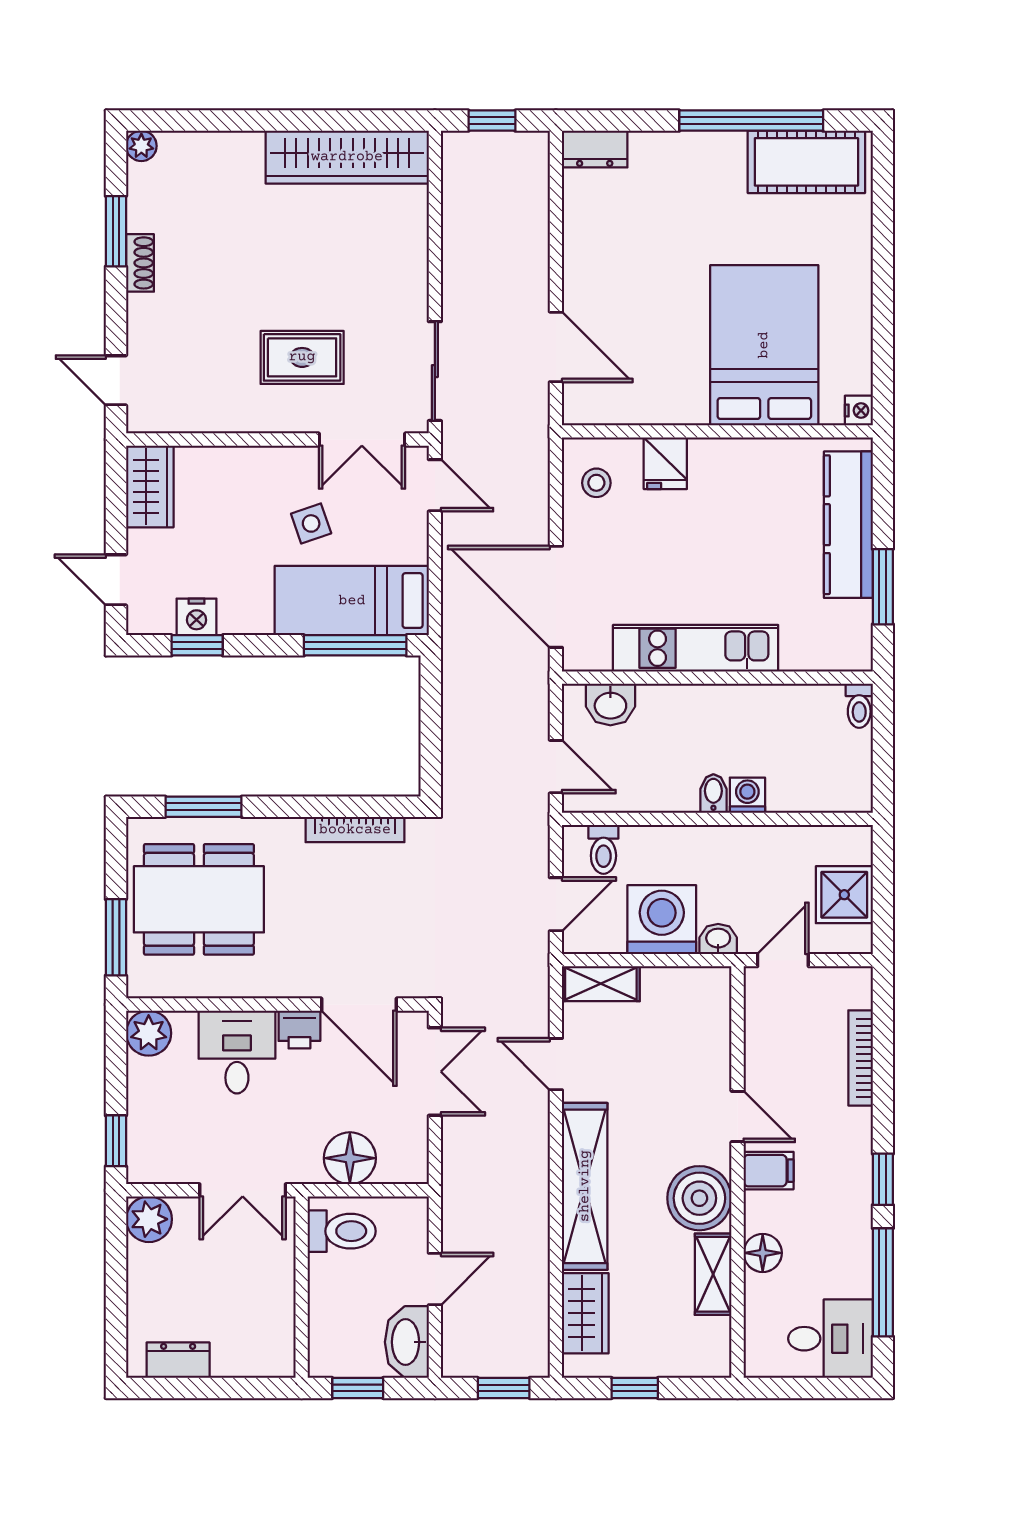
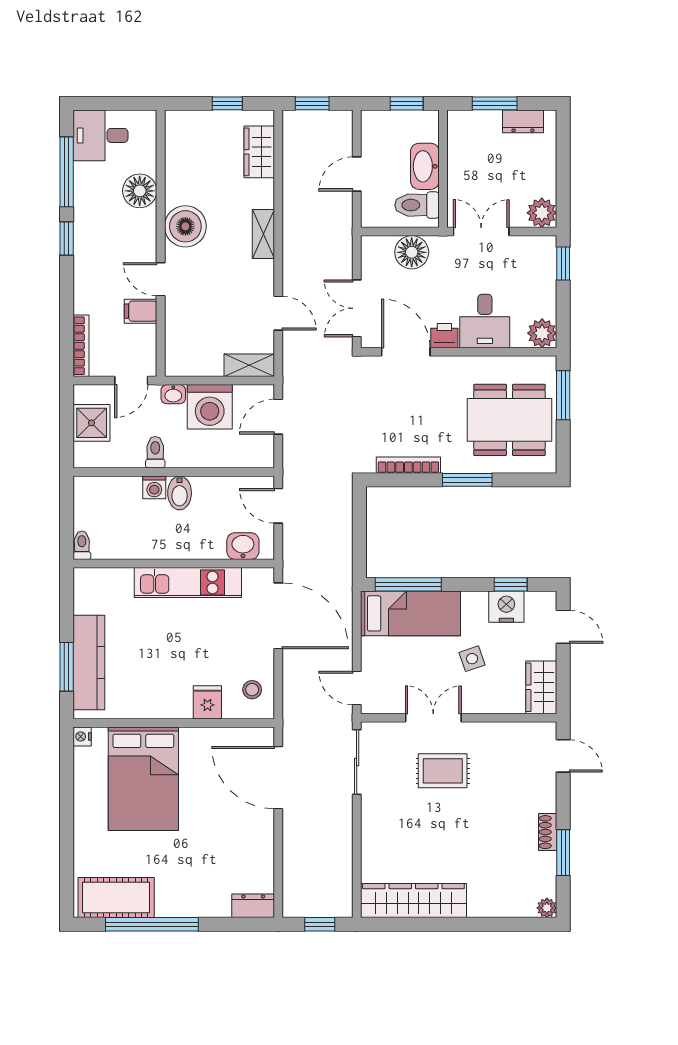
door: (556, 347) -> (278, 778), width x1.36
double door: (362, 439) -> (433, 718), moved
side table: (311, 523) -> (472, 659), moved
window: (883, 587) -> (67, 667), moved
nightstand: (197, 617) -> (506, 607), width x1.36, depth x1.33
bidet: (713, 793) -> (180, 493), width x1.38, depth x1.36
window: (204, 807) -> (467, 480), moved
toilet: (603, 849) -> (155, 452), moved
bookcase: (861, 1058) -> (81, 346), moved
filing cabinet: (769, 1171) -> (141, 311), moved
shelving: (585, 1186) -> (263, 234), width x0.45, depth x0.75
floor lamp: (763, 1253) -> (140, 191), width x1.38, depth x1.38
shelving: (713, 1274) -> (176, 177), removed
washbasin: (407, 1342) -> (425, 166), moved, turned 180
window: (222, 1388) -> (495, 103), added

